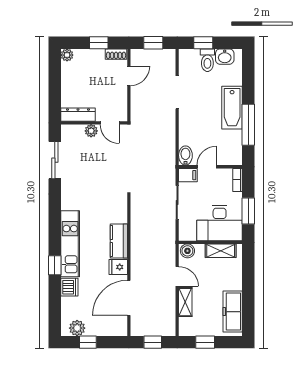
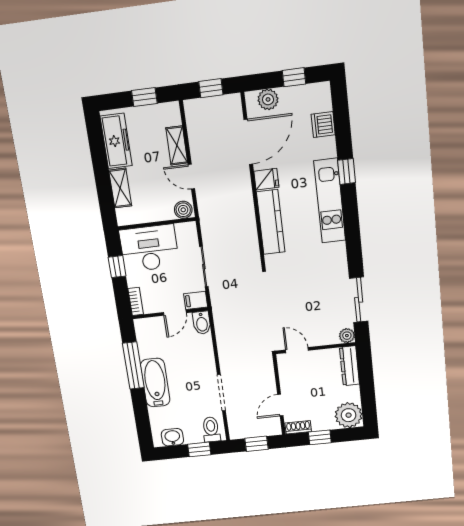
plant: (67, 55) -> (349, 415), width x1.88, depth x1.88
toilet: (207, 60) -> (211, 429), moved
dresser: (78, 115) -> (349, 366), moved, turned 90
plant: (91, 131) -> (347, 336), moved
window: (248, 211) -> (117, 267), width x0.67
kitchen counter: (119, 241) -> (271, 222), width x1.50
shelving: (221, 251) -> (120, 188), moved, turned 90
dishwasher: (69, 287) -> (323, 125), moved
plant: (77, 328) -> (268, 99), moved

